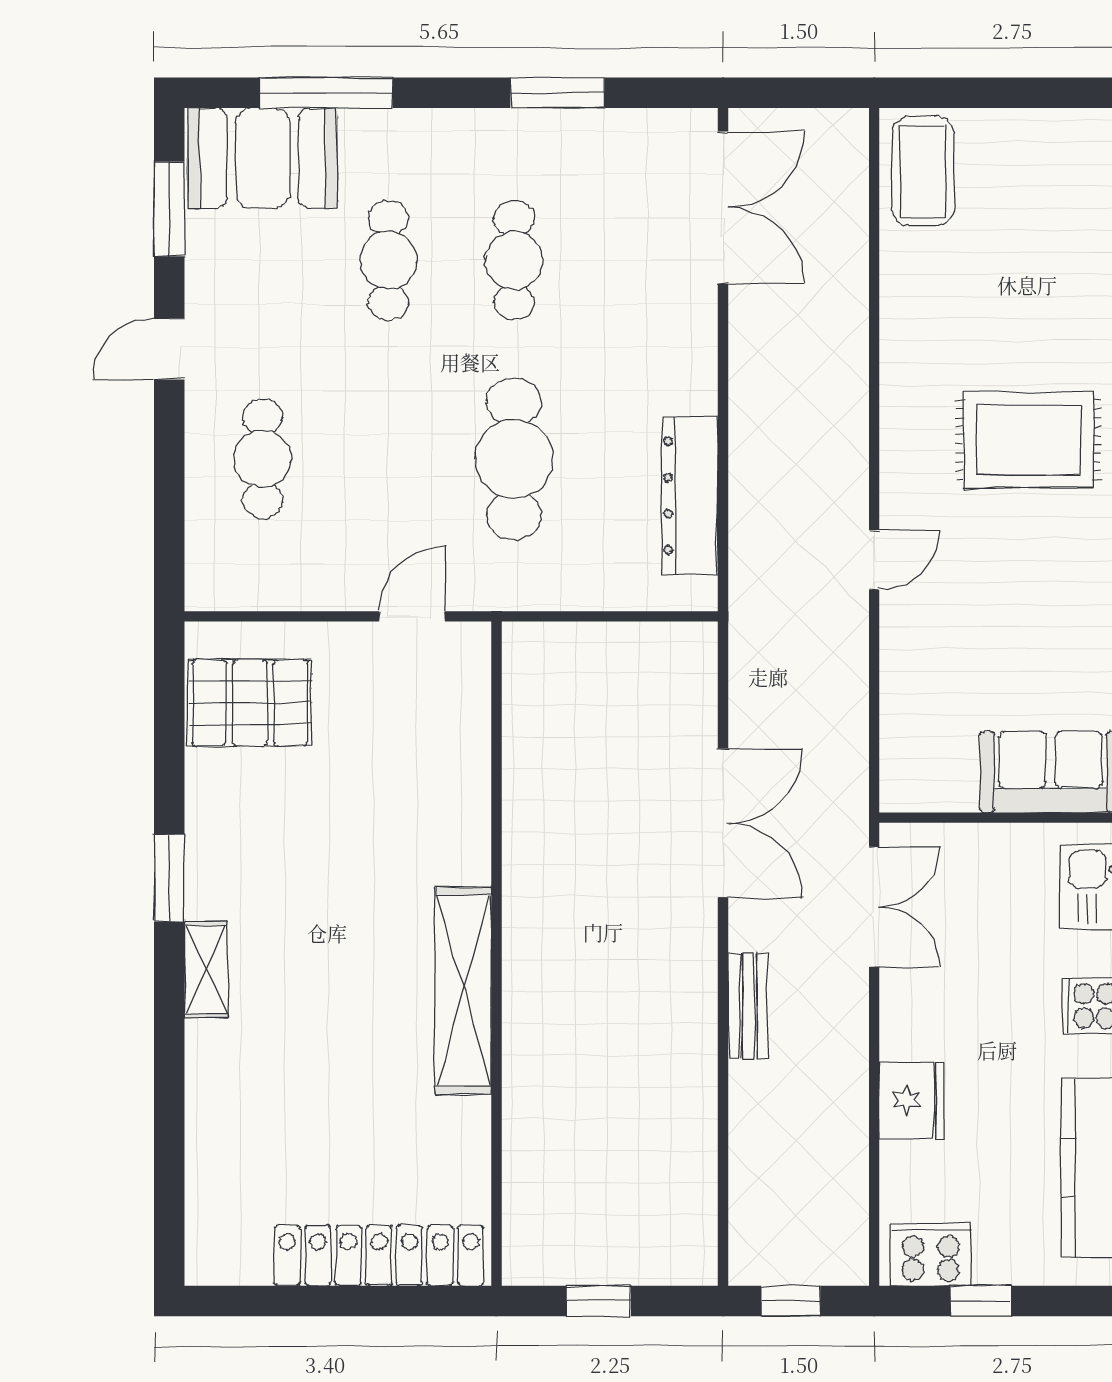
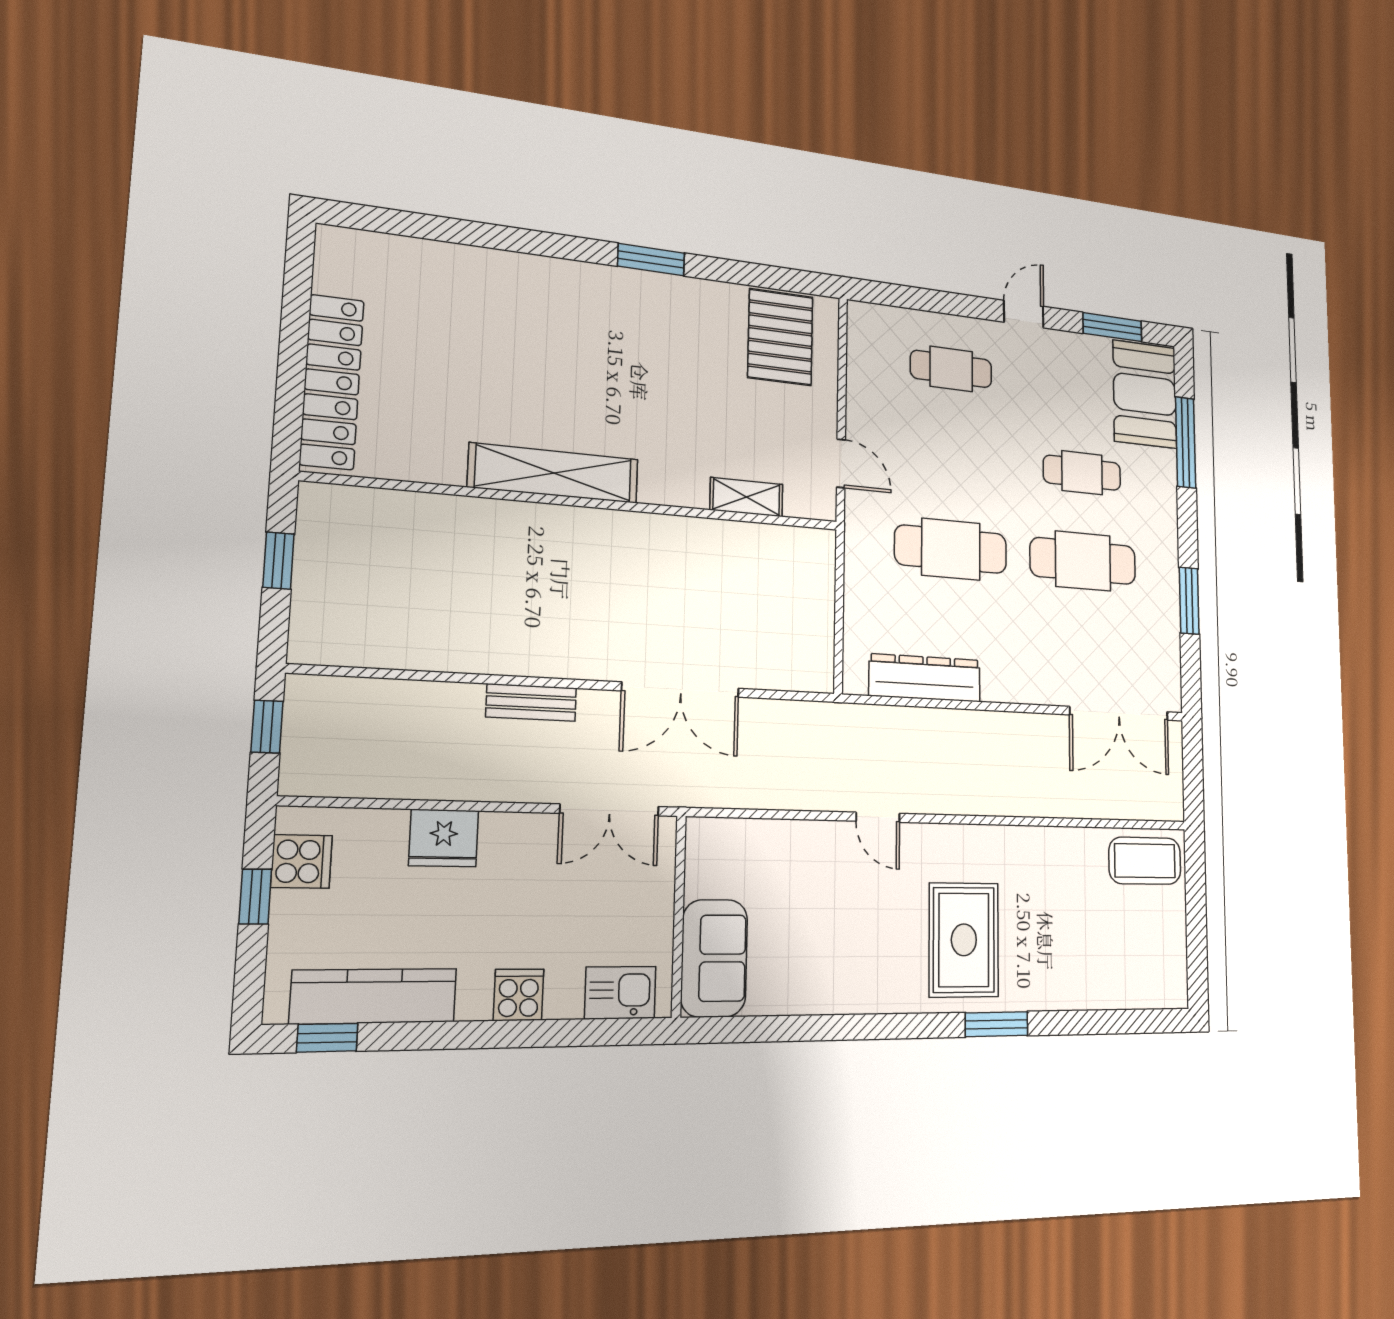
cafe table: (514, 260) -> (1083, 561), width x1.37, depth x1.35
door: (169, 349) -> (1024, 314), hinge flipped
shelving: (206, 969) -> (746, 497), moved
cooker: (931, 1255) -> (301, 861), width x0.73

